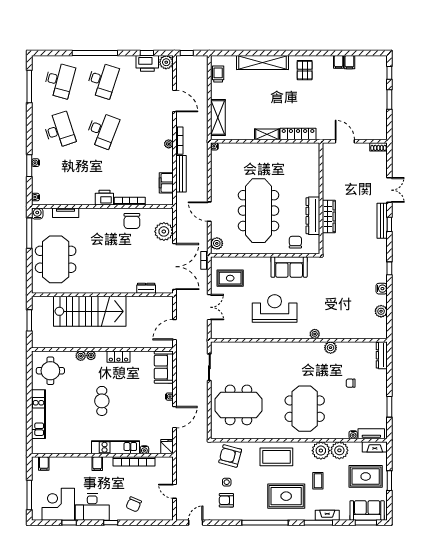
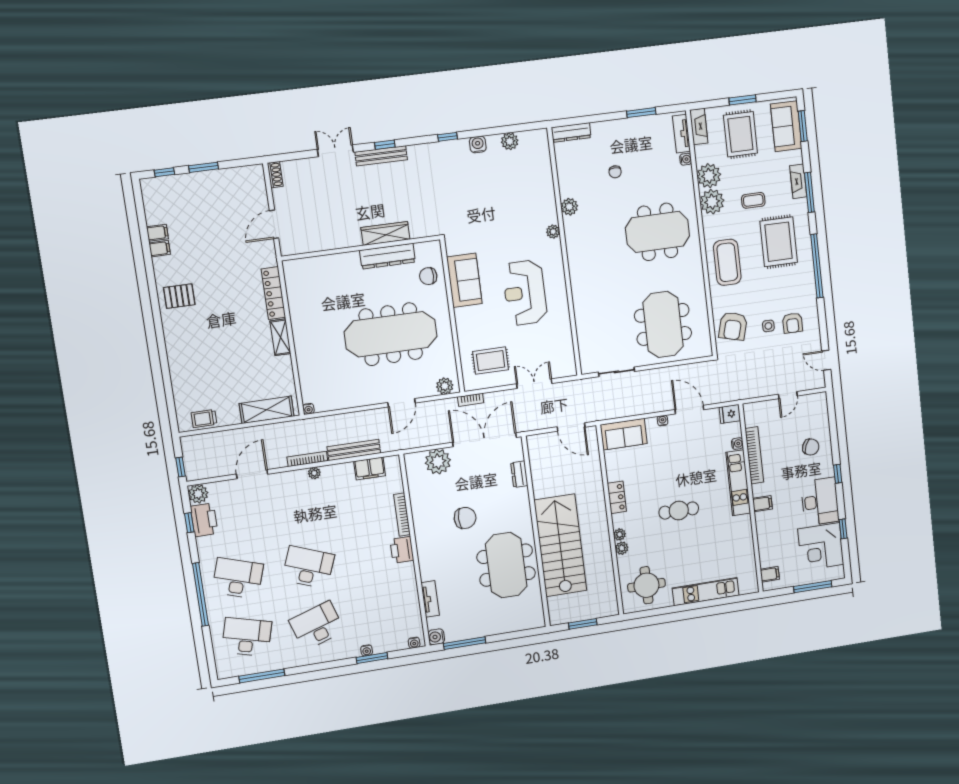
shelving: (263, 62) -> (177, 358), removed
chair: (132, 221) -> (465, 518), moved
meeting table: (56, 259) -> (506, 565), moved, turned 90
rug: (230, 278) -> (491, 361), turned 90

